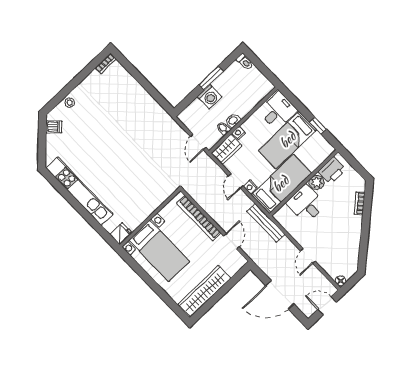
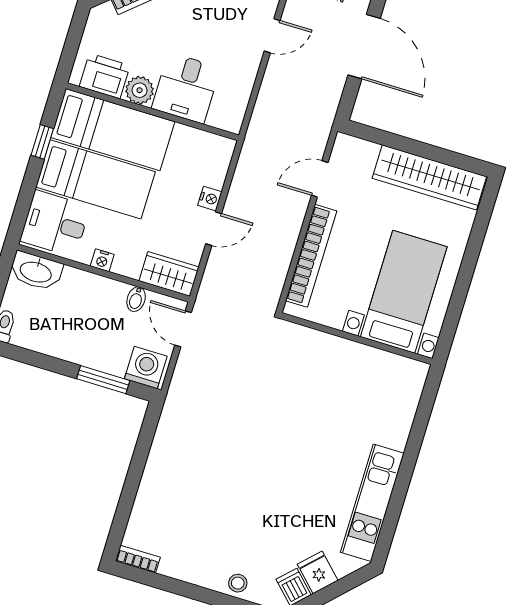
window: (211, 78) -> (103, 380), moved
washing machine: (209, 97) -> (146, 368), moved
washbasin: (233, 121) -> (36, 271), moved, width x1.91, depth x1.45
nightstand: (239, 133) -> (102, 260), moved
door: (198, 142) -> (183, 329), swing flipped
bed: (281, 184) -> (113, 130), moved, turned 180
kitchen unit: (79, 191) -> (372, 503), width x0.73
bench: (266, 223) -> (256, 138), removed
fridge: (121, 234) -> (318, 572), moved, turned 45

